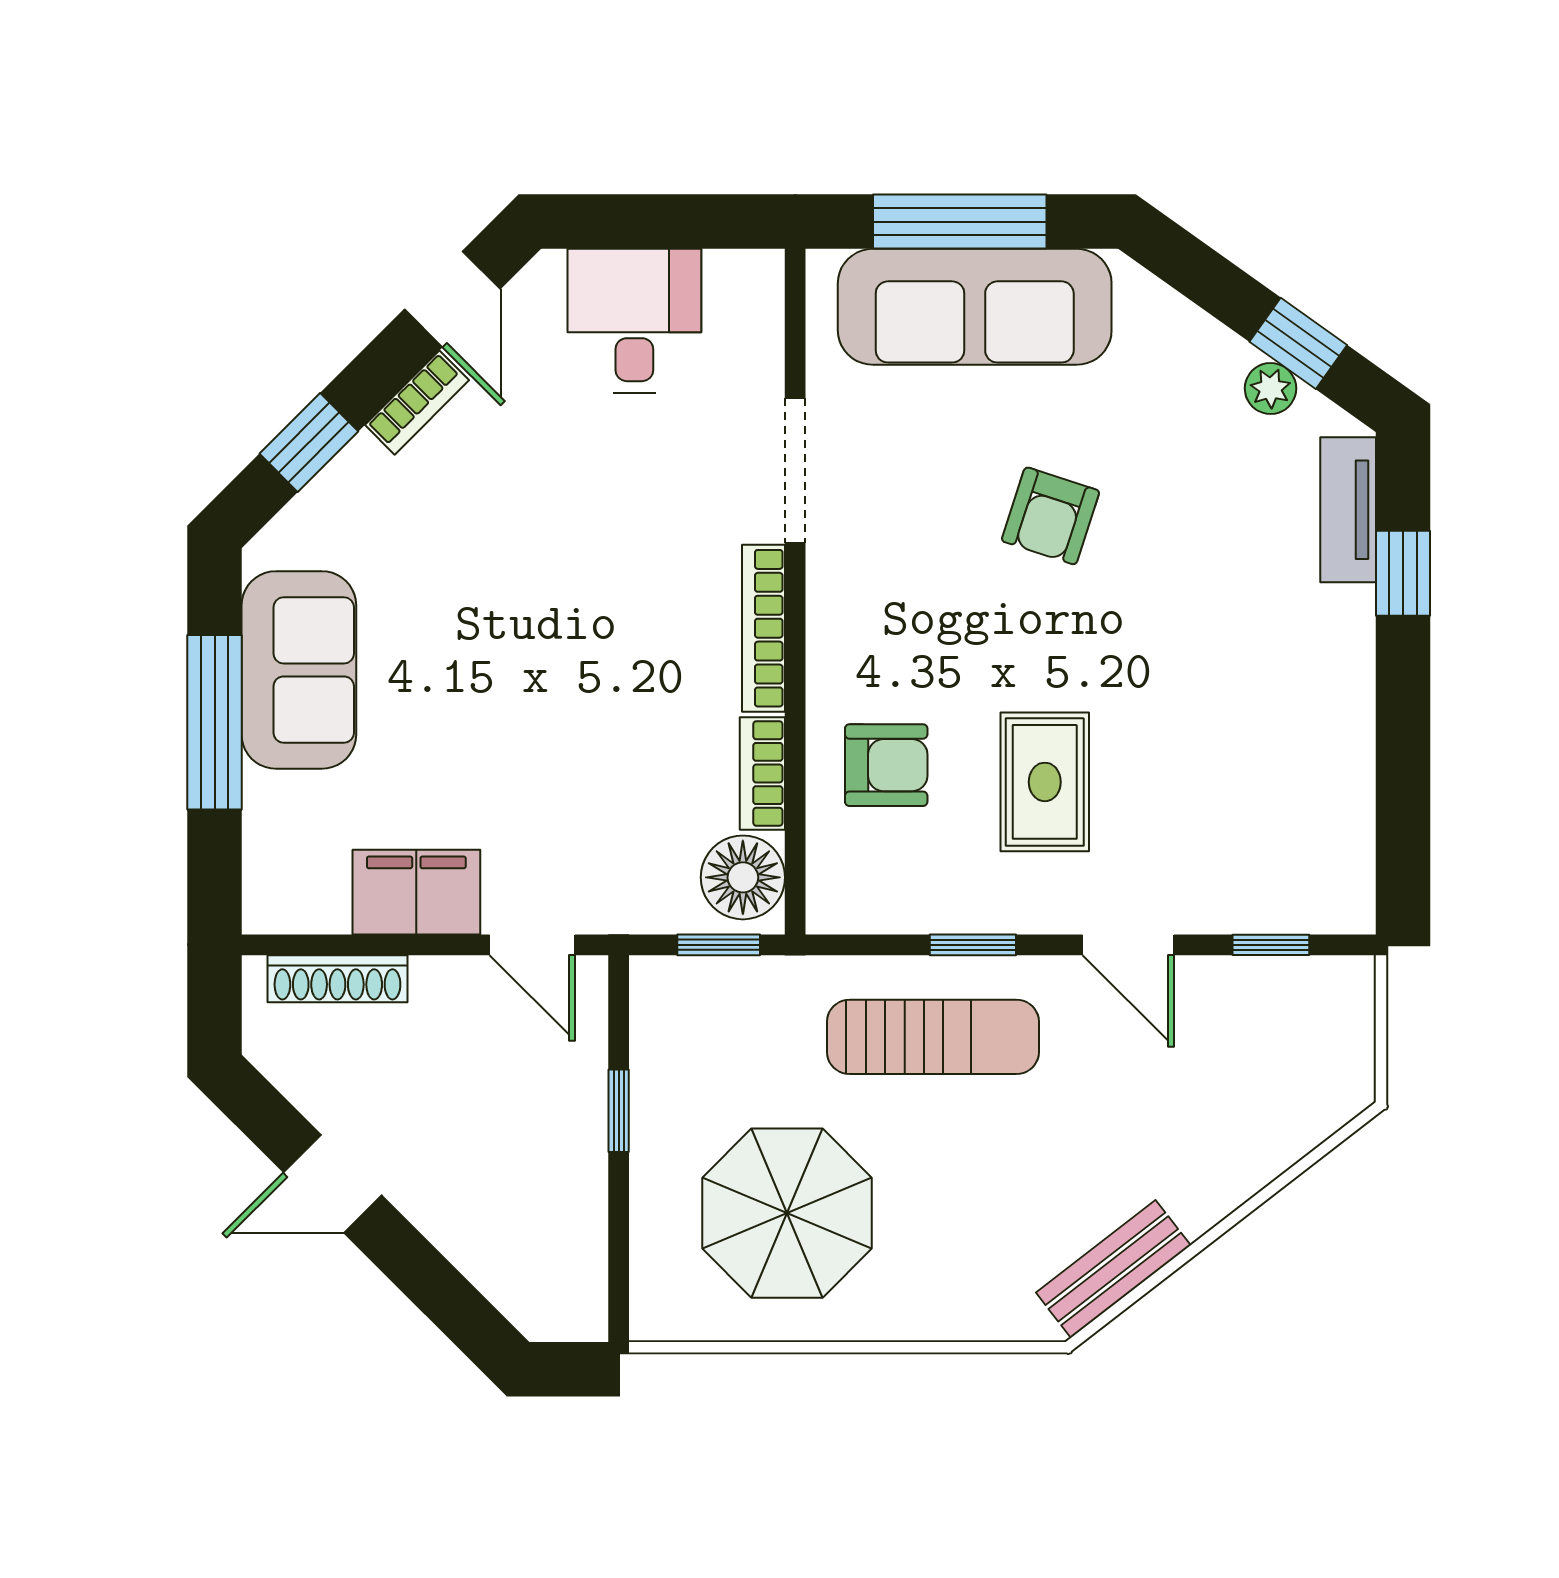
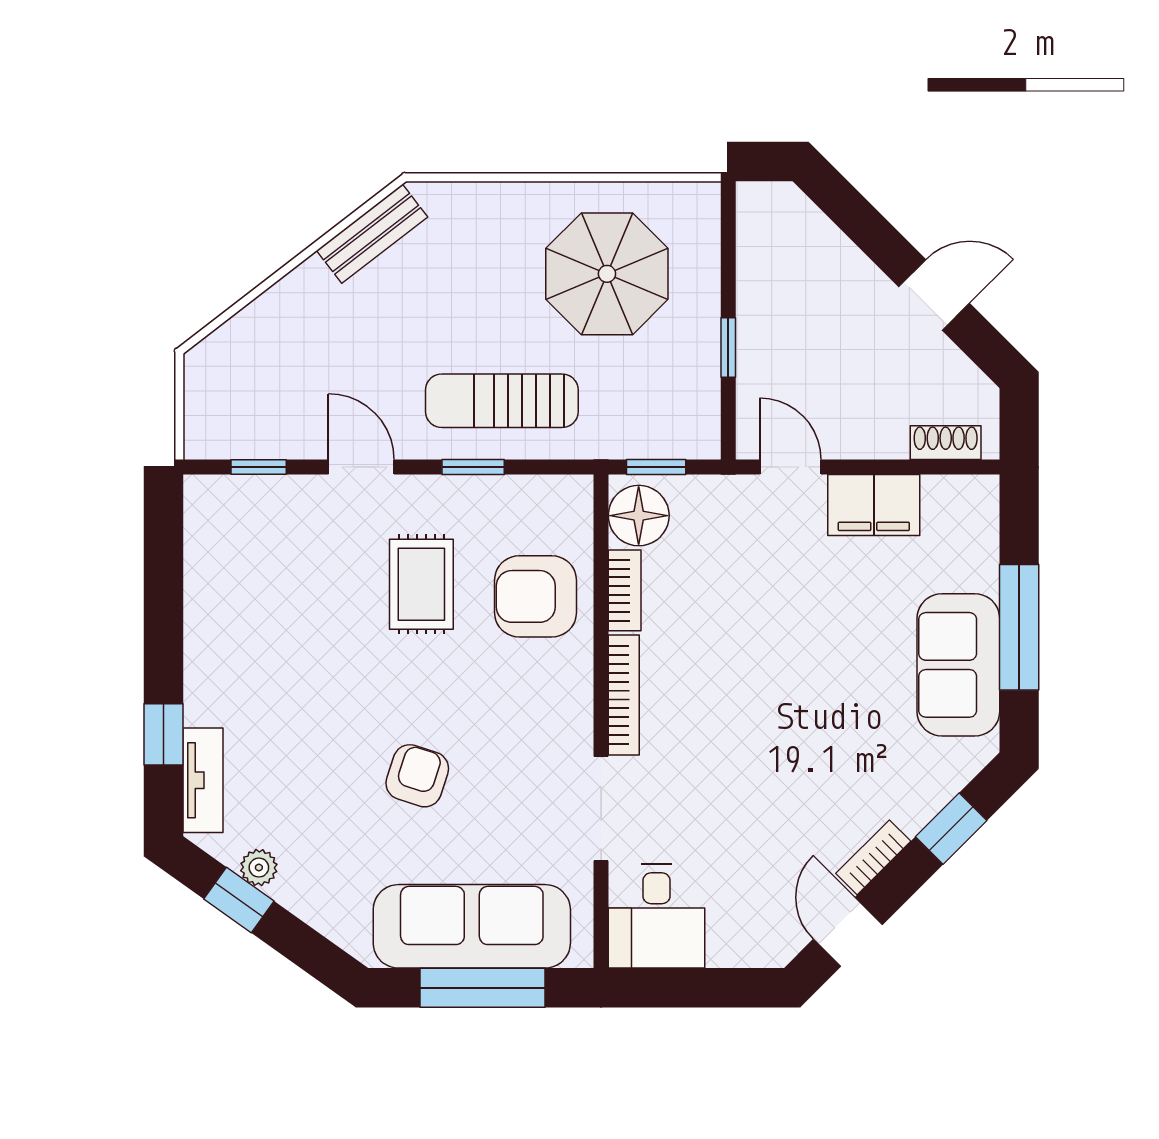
desk: (634, 321) -> (656, 916), moved
armchair: (886, 765) -> (536, 596), width x1.38, depth x1.38
shoe rack: (337, 979) -> (946, 443), width x0.70

